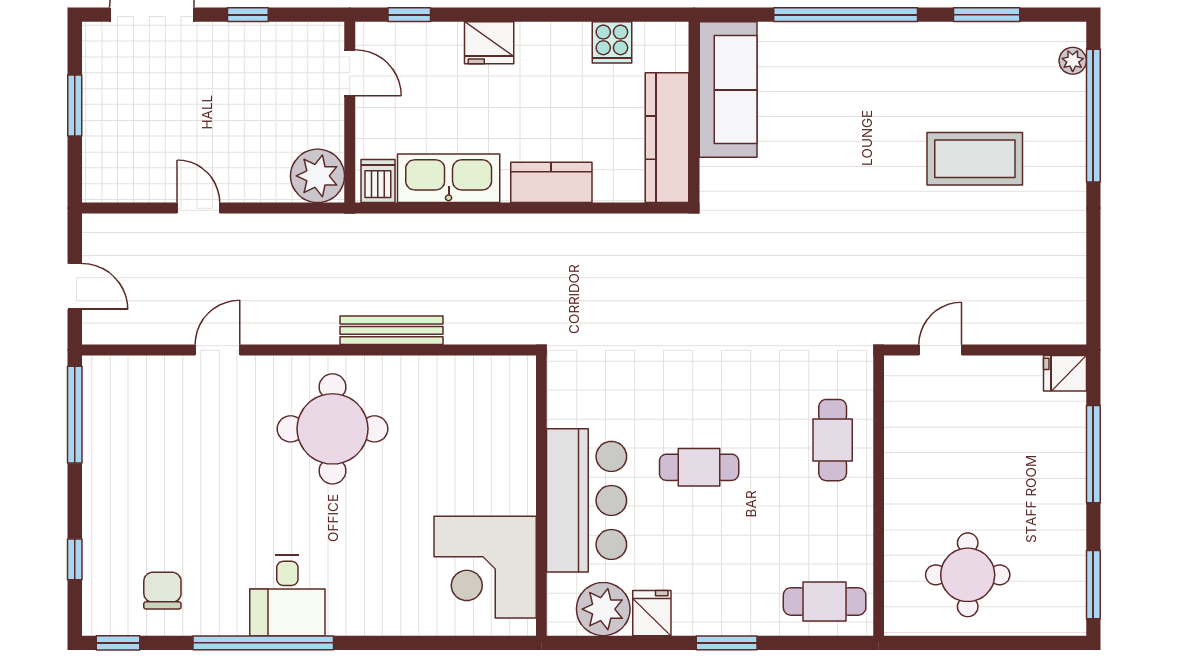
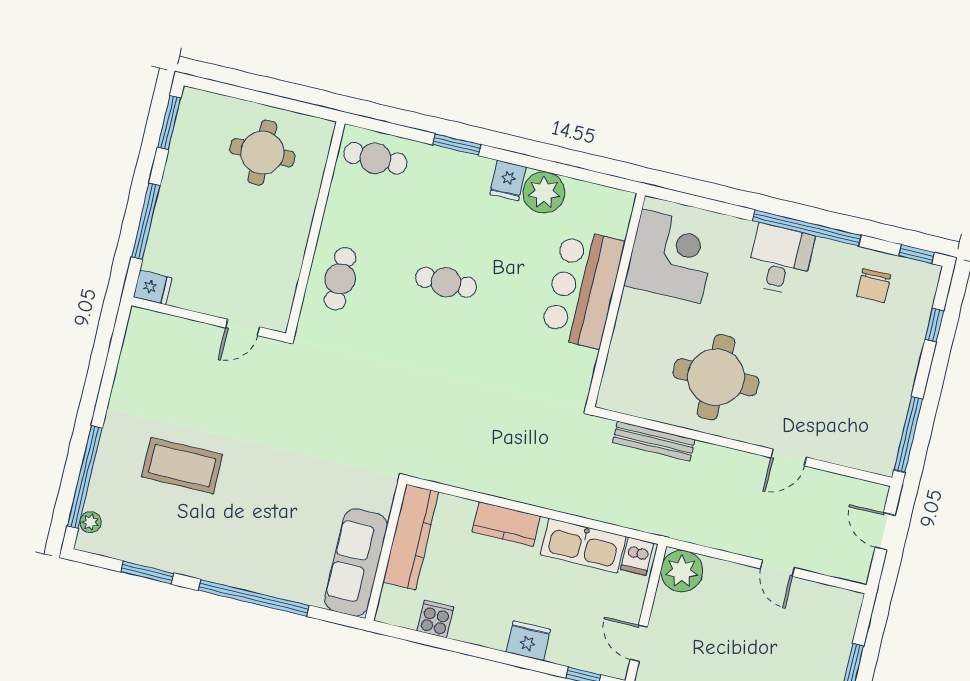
wall: (541, 496) -> (616, 300), moved
bar counter: (587, 500) -> (582, 288), moved
corner desk: (485, 567) -> (671, 256), moved

